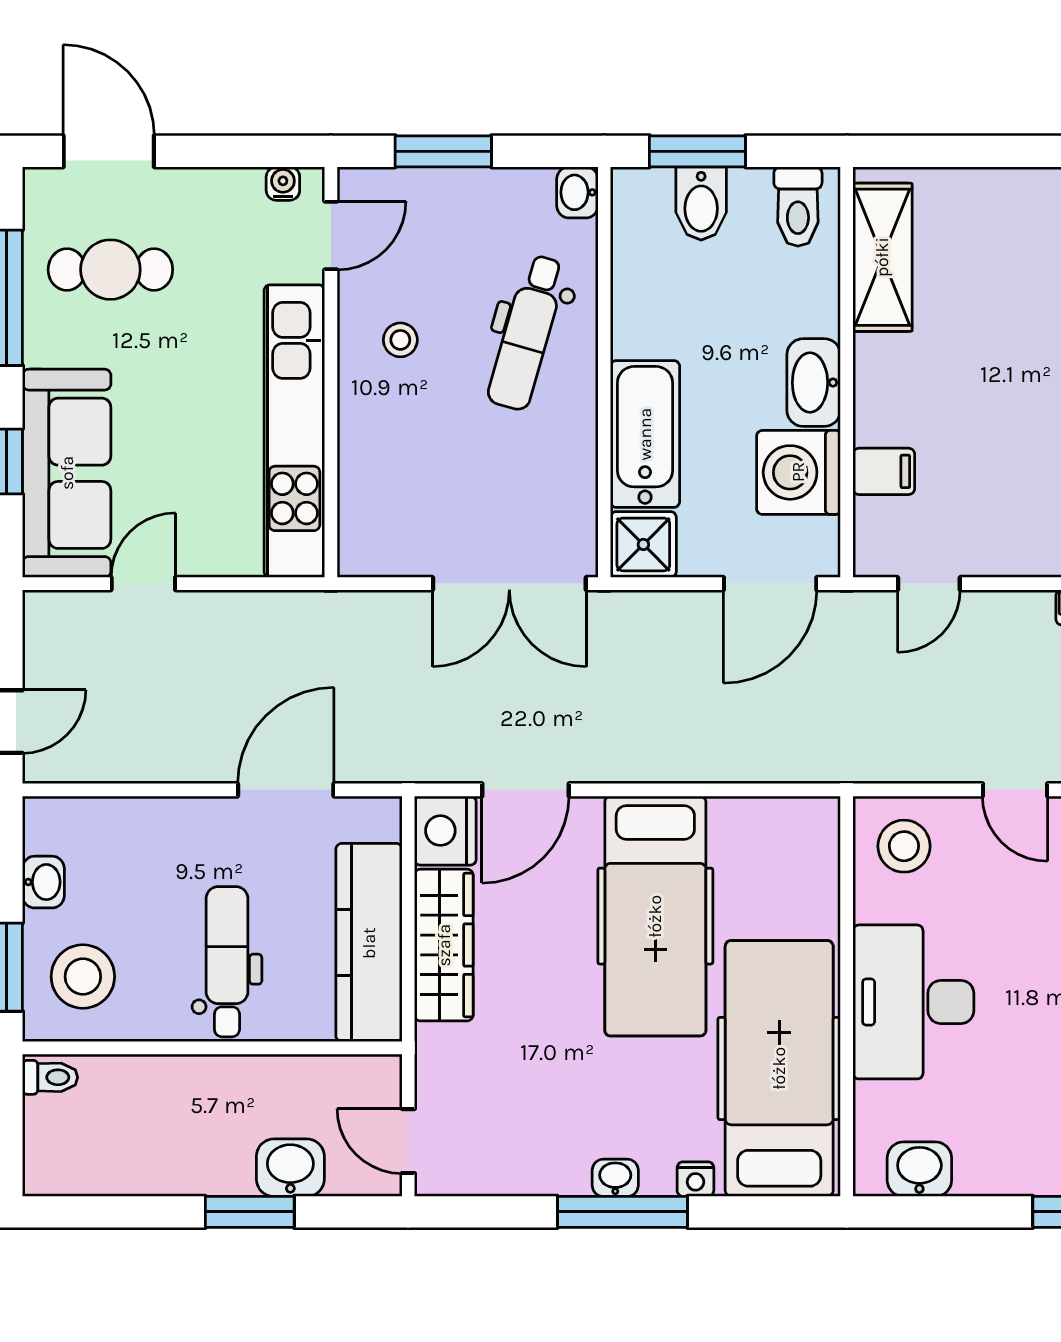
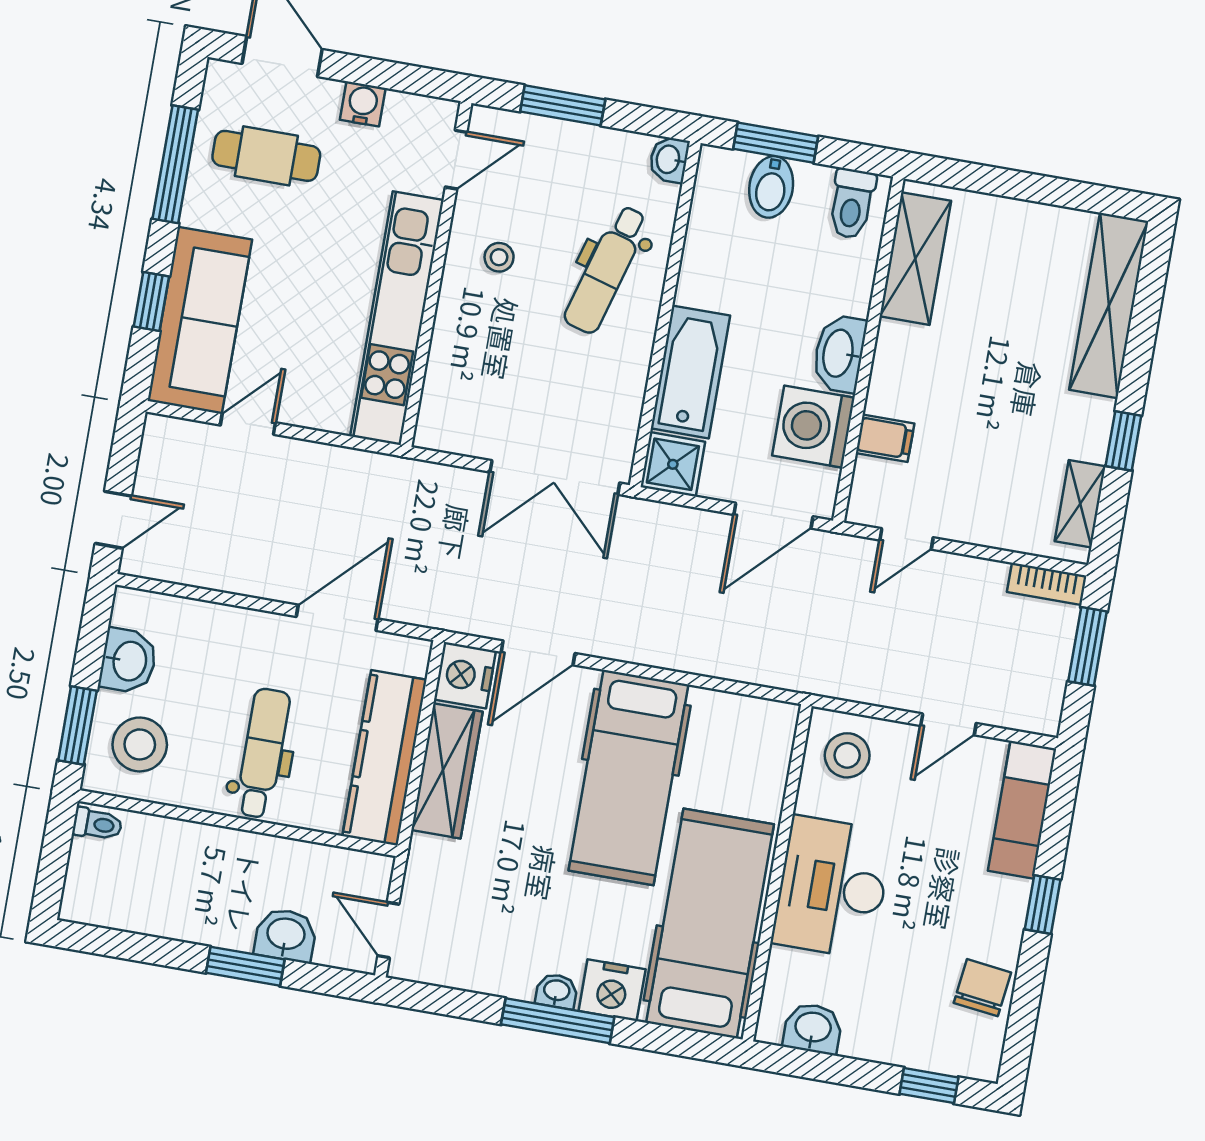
water cooler: (283, 184) -> (363, 104), moved, width x1.38, depth x1.38
door: (1015, 790) -> (948, 724), hinge flipped
washbasin: (43, 882) -> (128, 661), width x1.38, depth x1.45
nightstand: (695, 1179) -> (612, 990), width x1.89, depth x1.79

